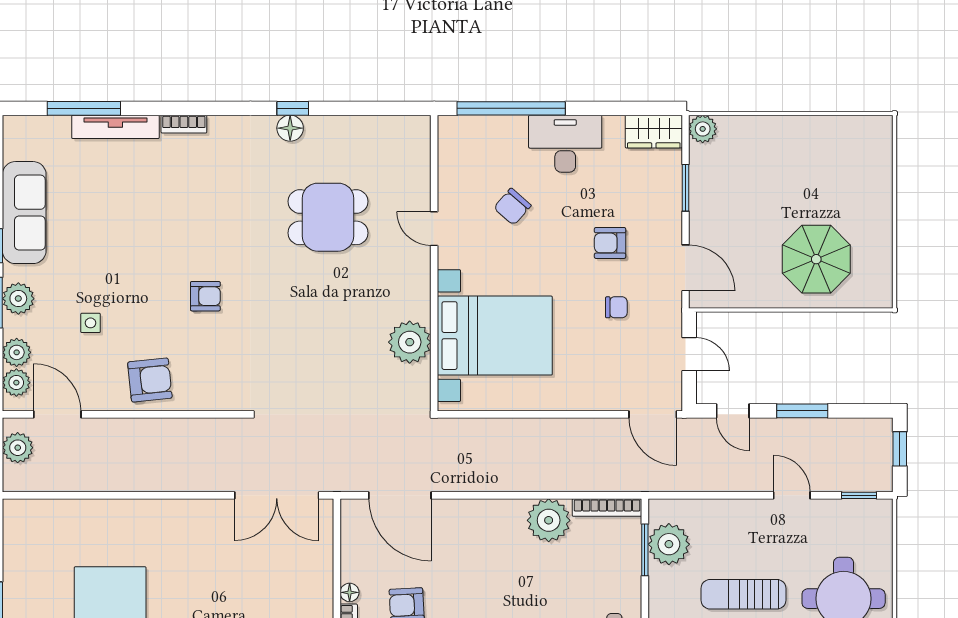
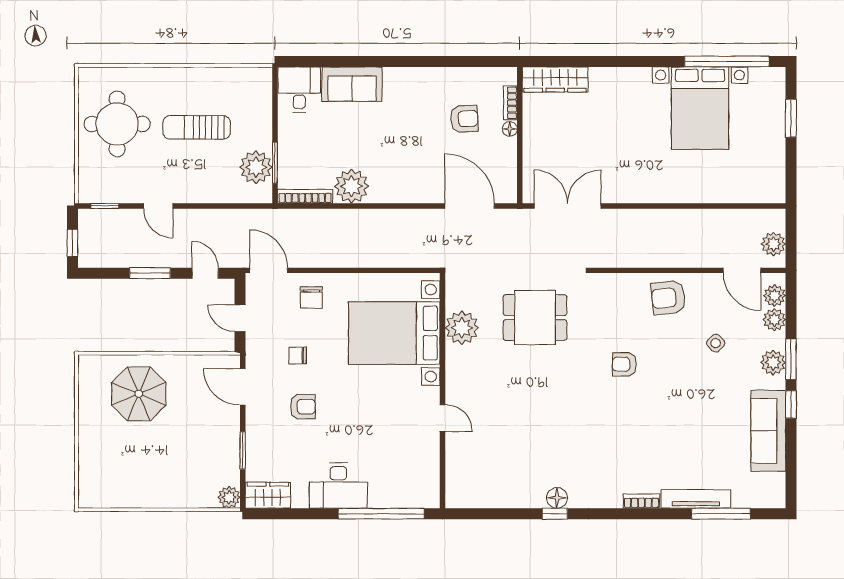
chair: (512, 207) -> (311, 298), moved, turned 139
dining table: (328, 217) -> (535, 318), moved
side table: (91, 323) -> (716, 343), turned 45
sun lounger: (743, 594) -> (197, 127), turned 180

